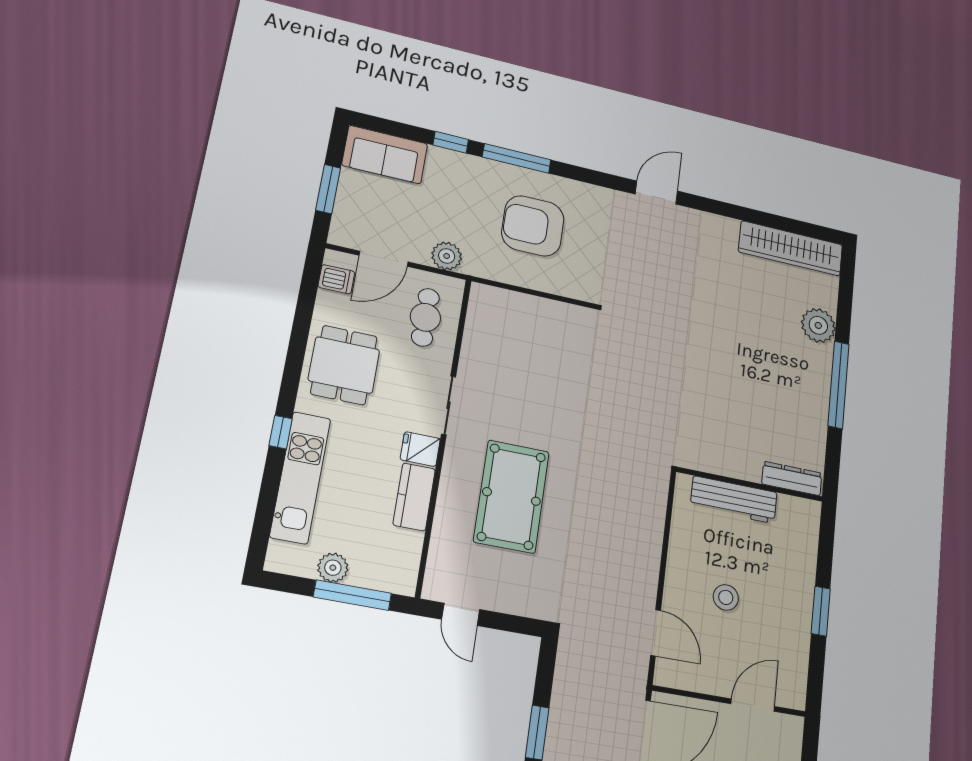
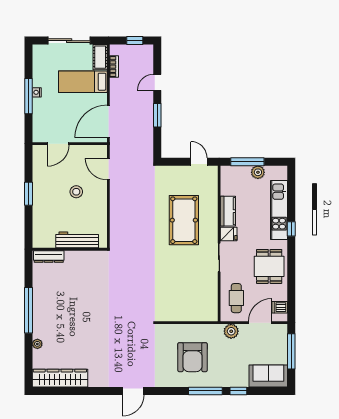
window: (328, 189) -> (291, 351), width x1.44
armchair: (533, 226) -> (192, 357), turned 90
plant: (818, 325) -> (37, 344), width x0.53, depth x0.53

